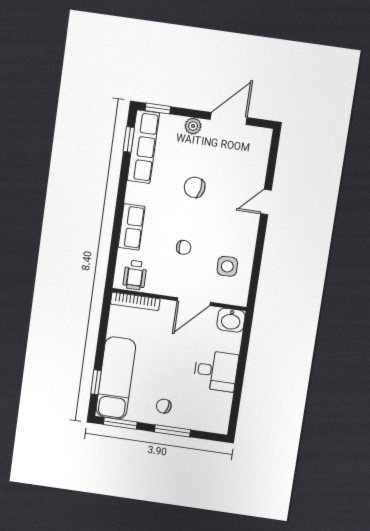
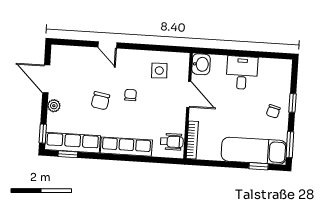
row of seats: (132, 227) -> (126, 147), width x1.48
chair: (184, 247) -> (131, 95), moved
window: (172, 431) -> (292, 103), width x0.67

